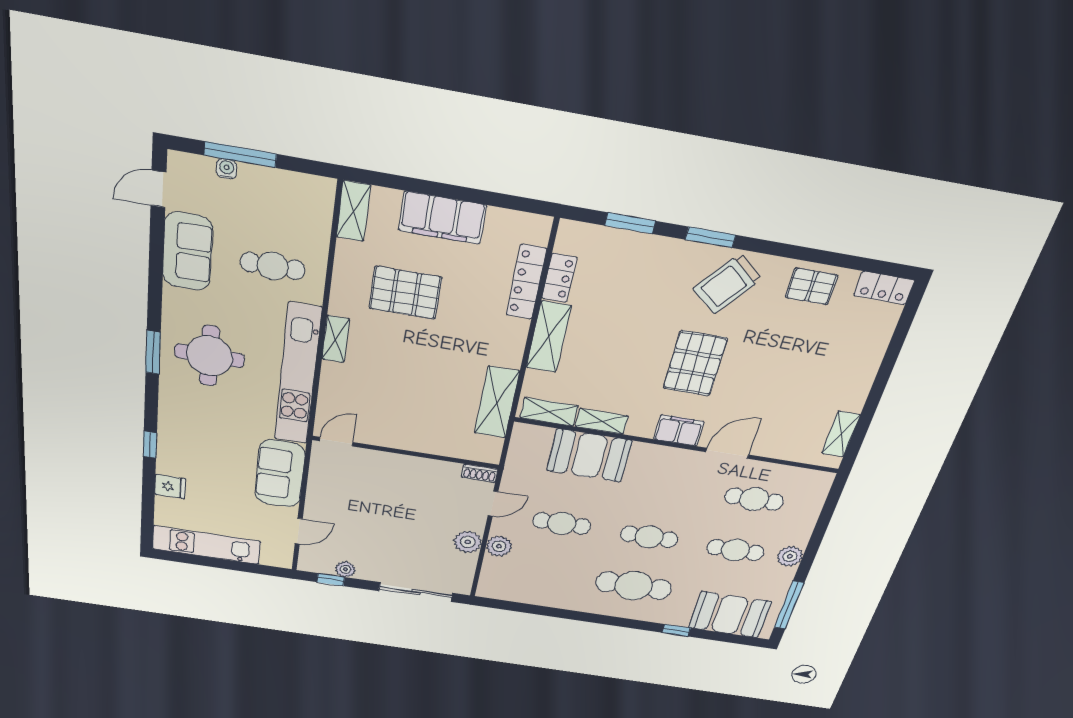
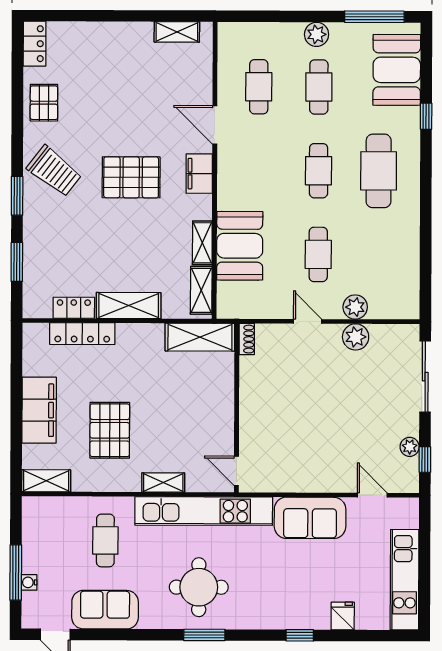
door: (336, 442) -> (236, 471), moved
wall: (406, 453) -> (237, 408), moved
shoe rack: (480, 473) -> (247, 339), moved

